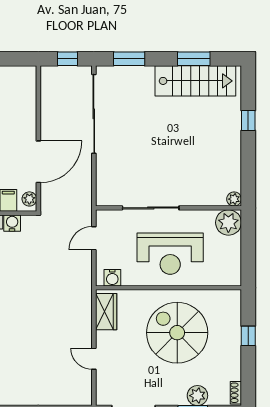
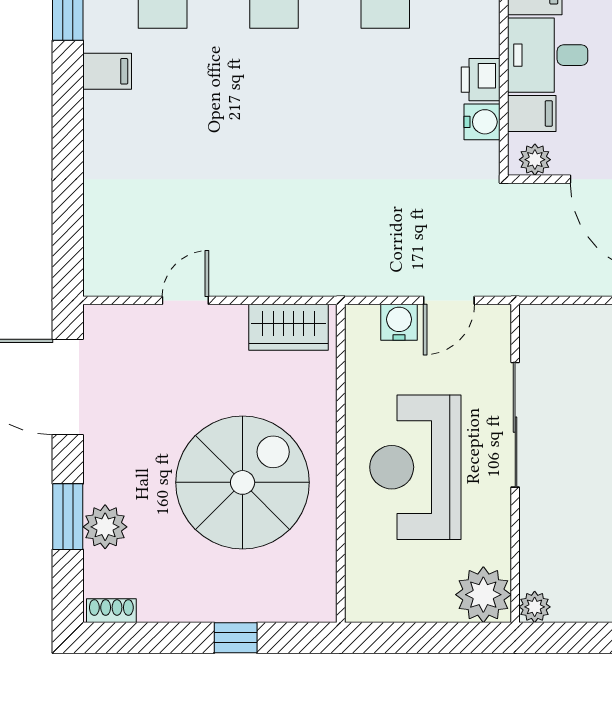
door: (94, 238) -> (449, 300), swing flipped
water cooler: (112, 278) -> (399, 322), moved, turned 90

